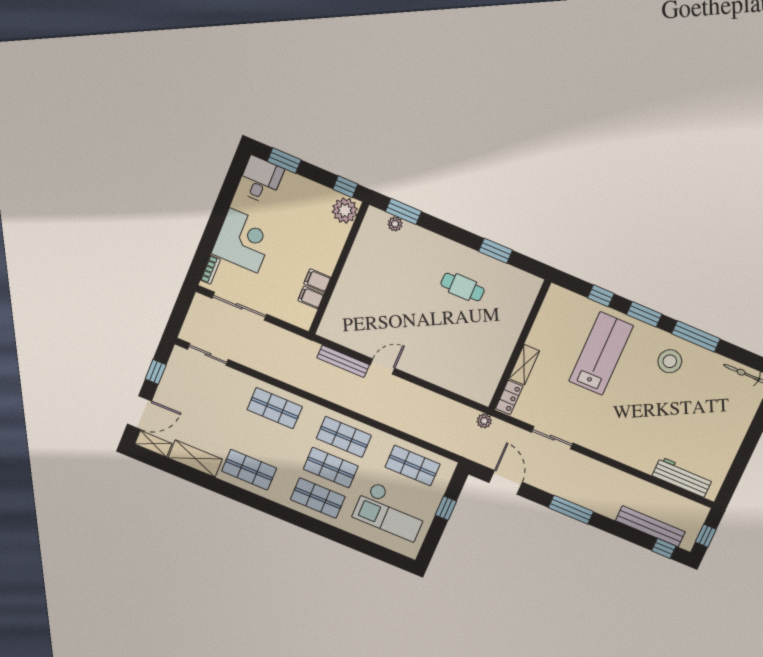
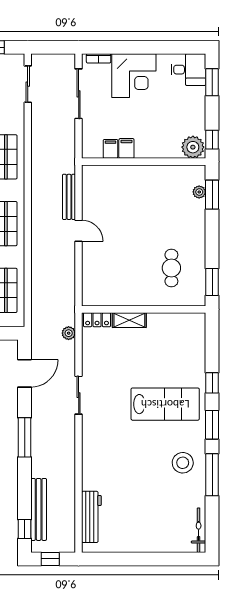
wall: (520, 345) -> (144, 309), moved
shelving: (524, 365) -> (129, 320), moved
locker: (509, 397) -> (97, 320), moved

